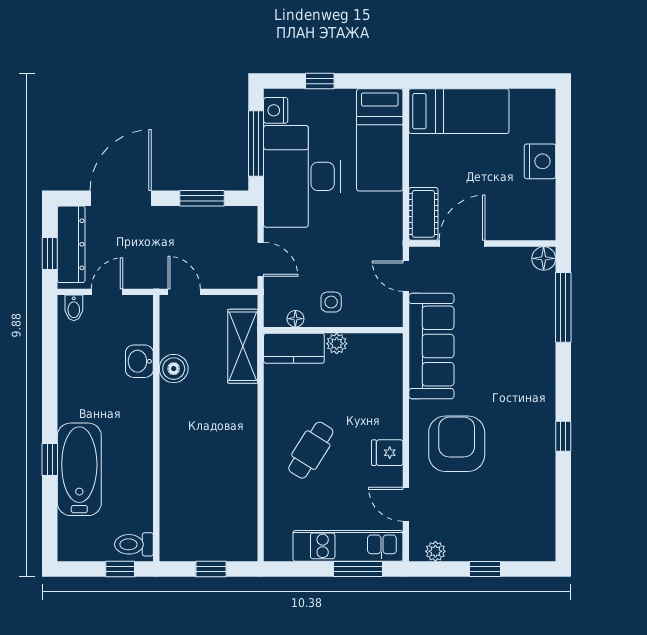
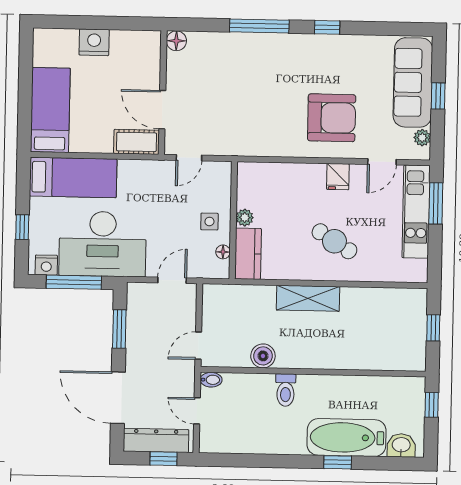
window: (563, 307) -> (259, 26), moved
bidet: (74, 308) -> (211, 380), moved
shelving: (243, 346) -> (308, 298), moved
sofa: (431, 346) -> (413, 82), moved, turned -90
washbasin: (139, 361) -> (401, 445), moved, turned 180
armchair: (457, 444) -> (332, 118), turned 180
toilet: (134, 544) -> (286, 390), moved

